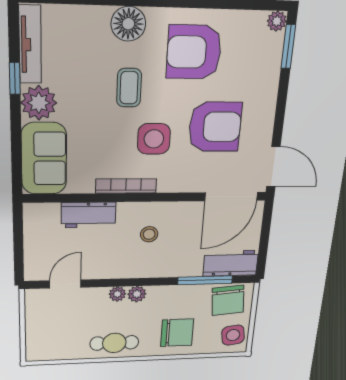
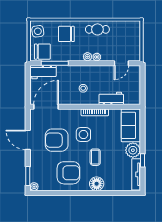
door: (273, 167) -> (28, 140), moved
chair: (228, 300) -> (42, 52), turned 95

